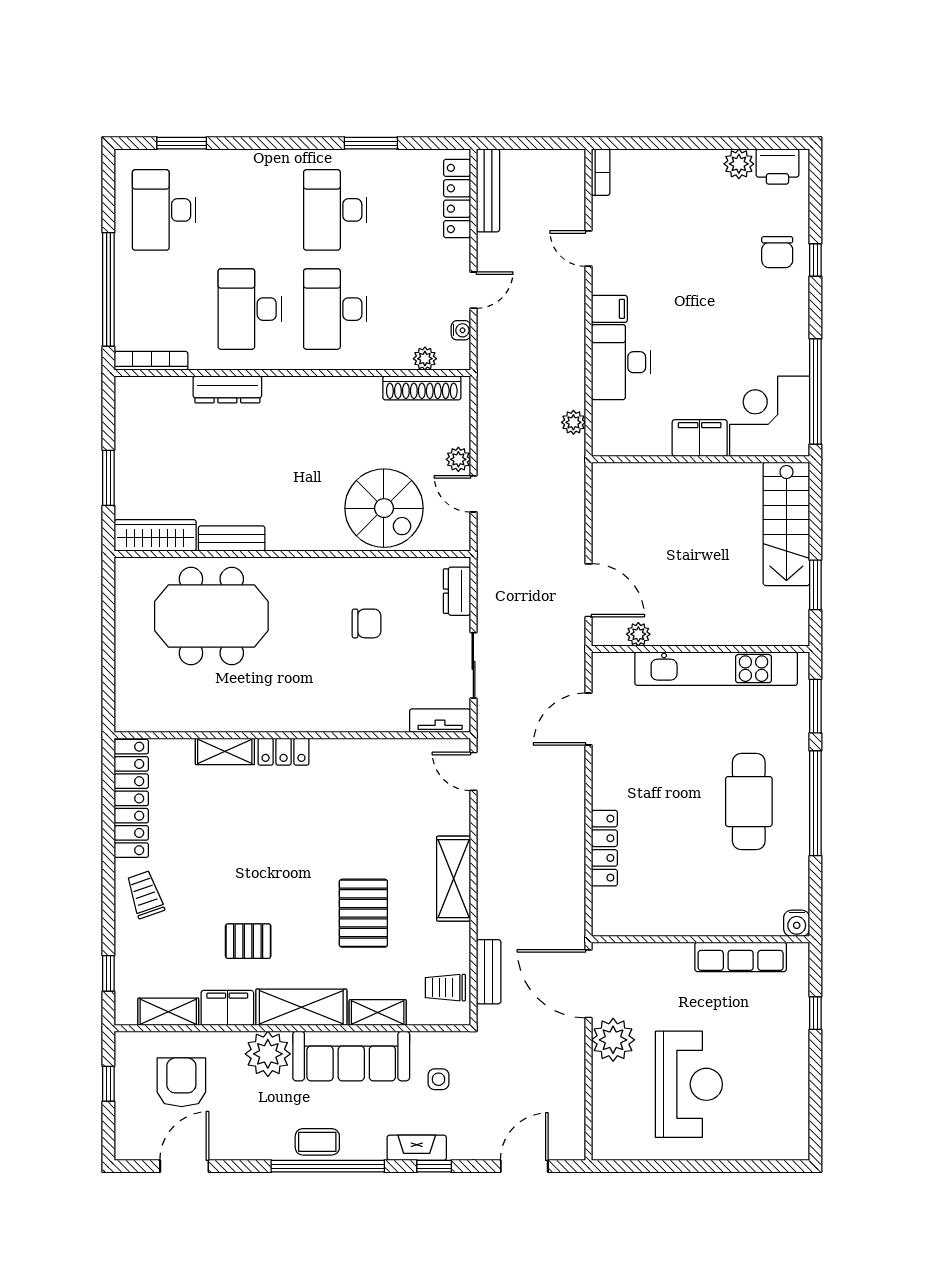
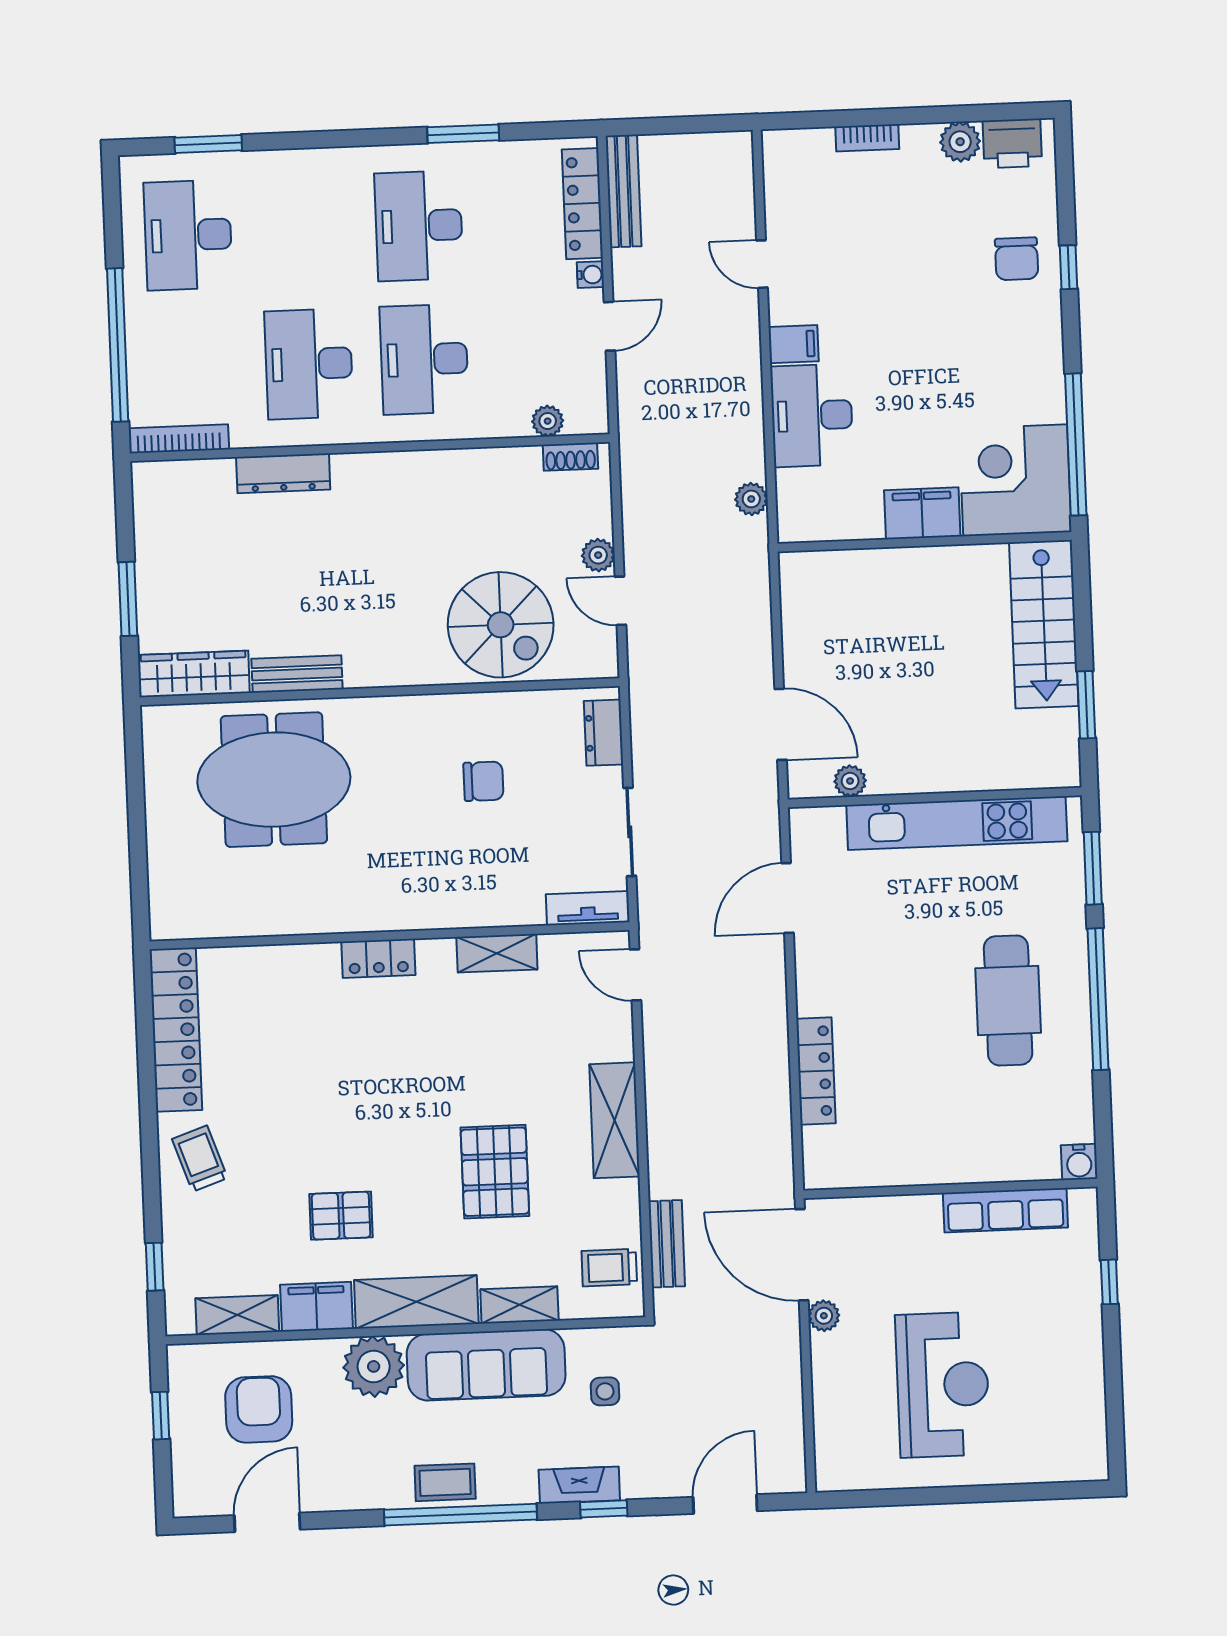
bookcase: (601, 172) -> (867, 138), moved, turned 90
water cooler: (461, 330) -> (590, 275), moved
shoe rack: (422, 388) -> (570, 457), width x0.51, depth x0.81
shelving: (225, 751) -> (497, 953), moved
plant: (613, 1040) -> (824, 1316), width x0.53, depth x0.53

